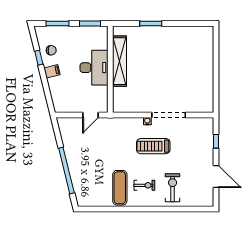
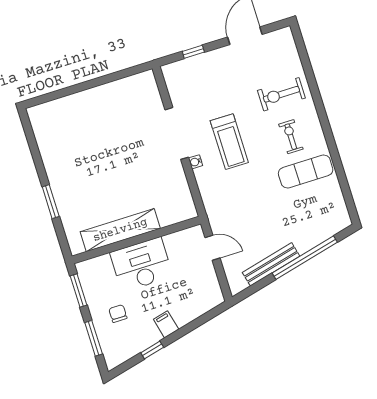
chair: (51, 50) -> (118, 313), moved
bench: (69, 148) -> (271, 264), added

